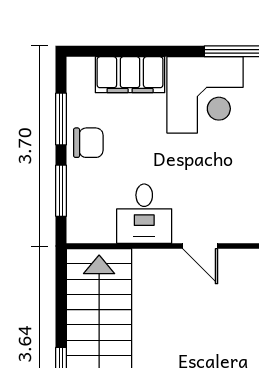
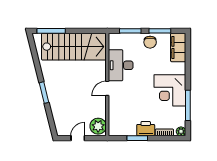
filing cabinet: (130, 75) -> (178, 47), moved
desk: (144, 214) -> (121, 65), width x1.37

